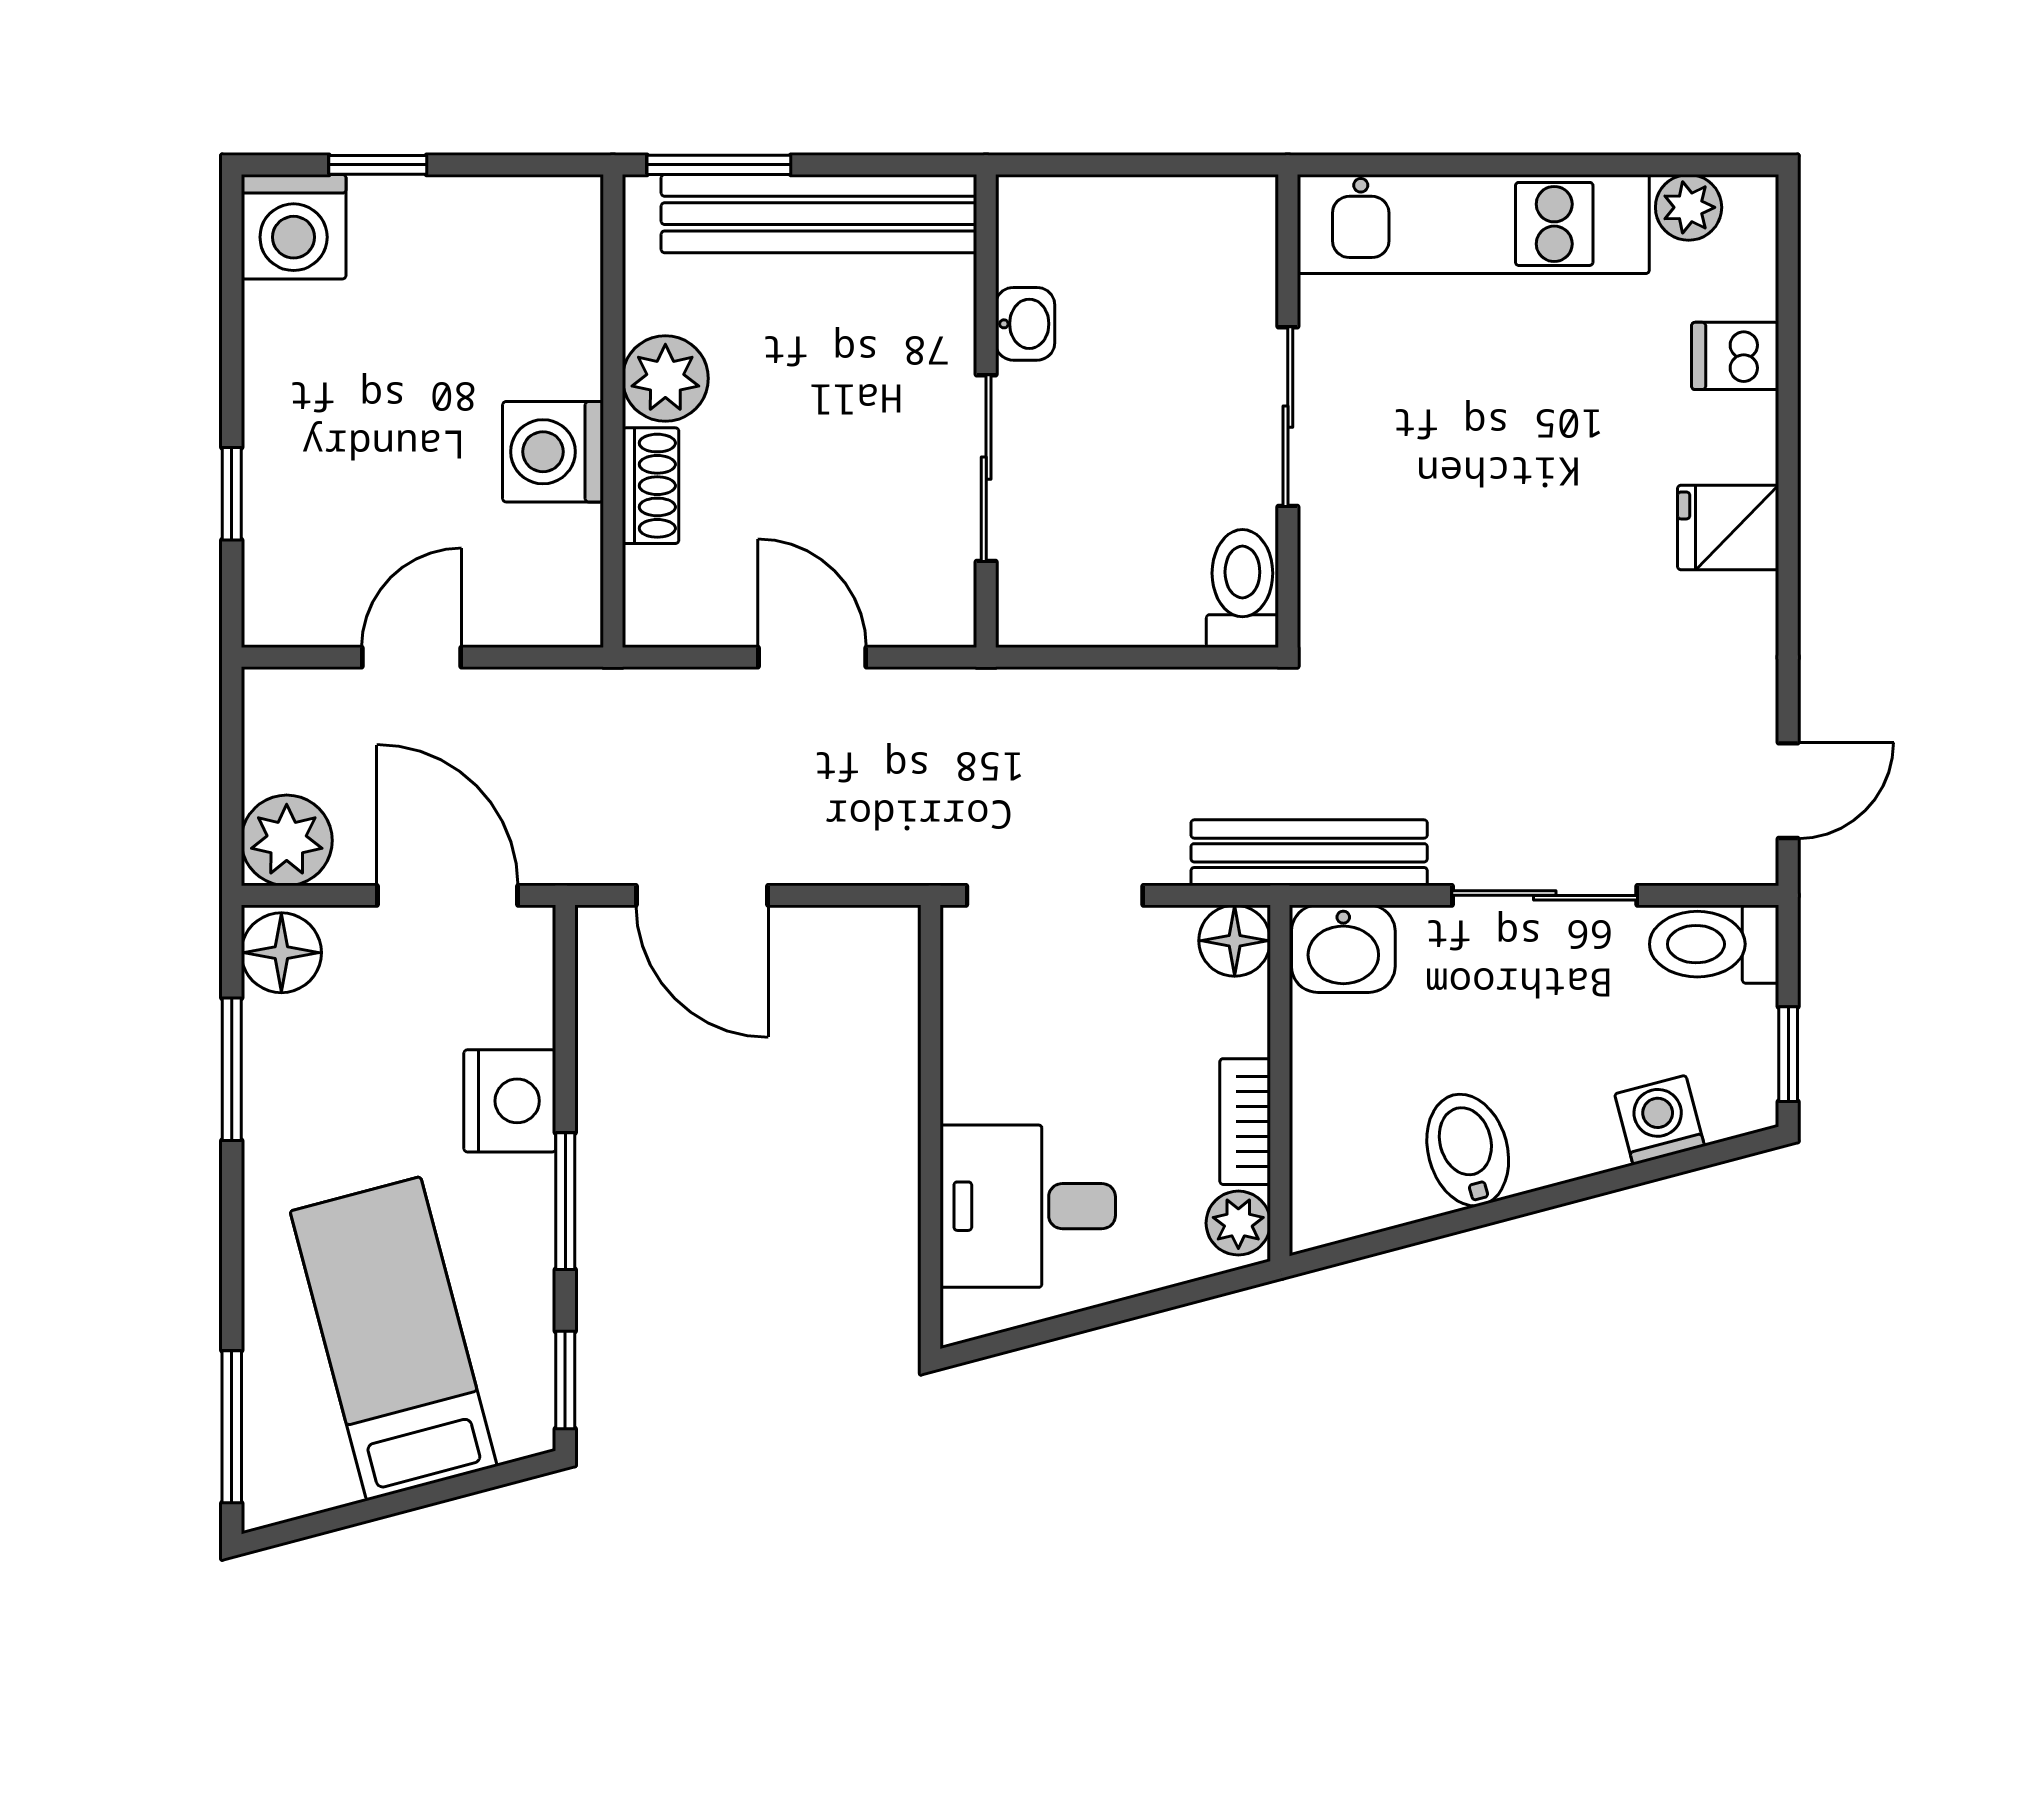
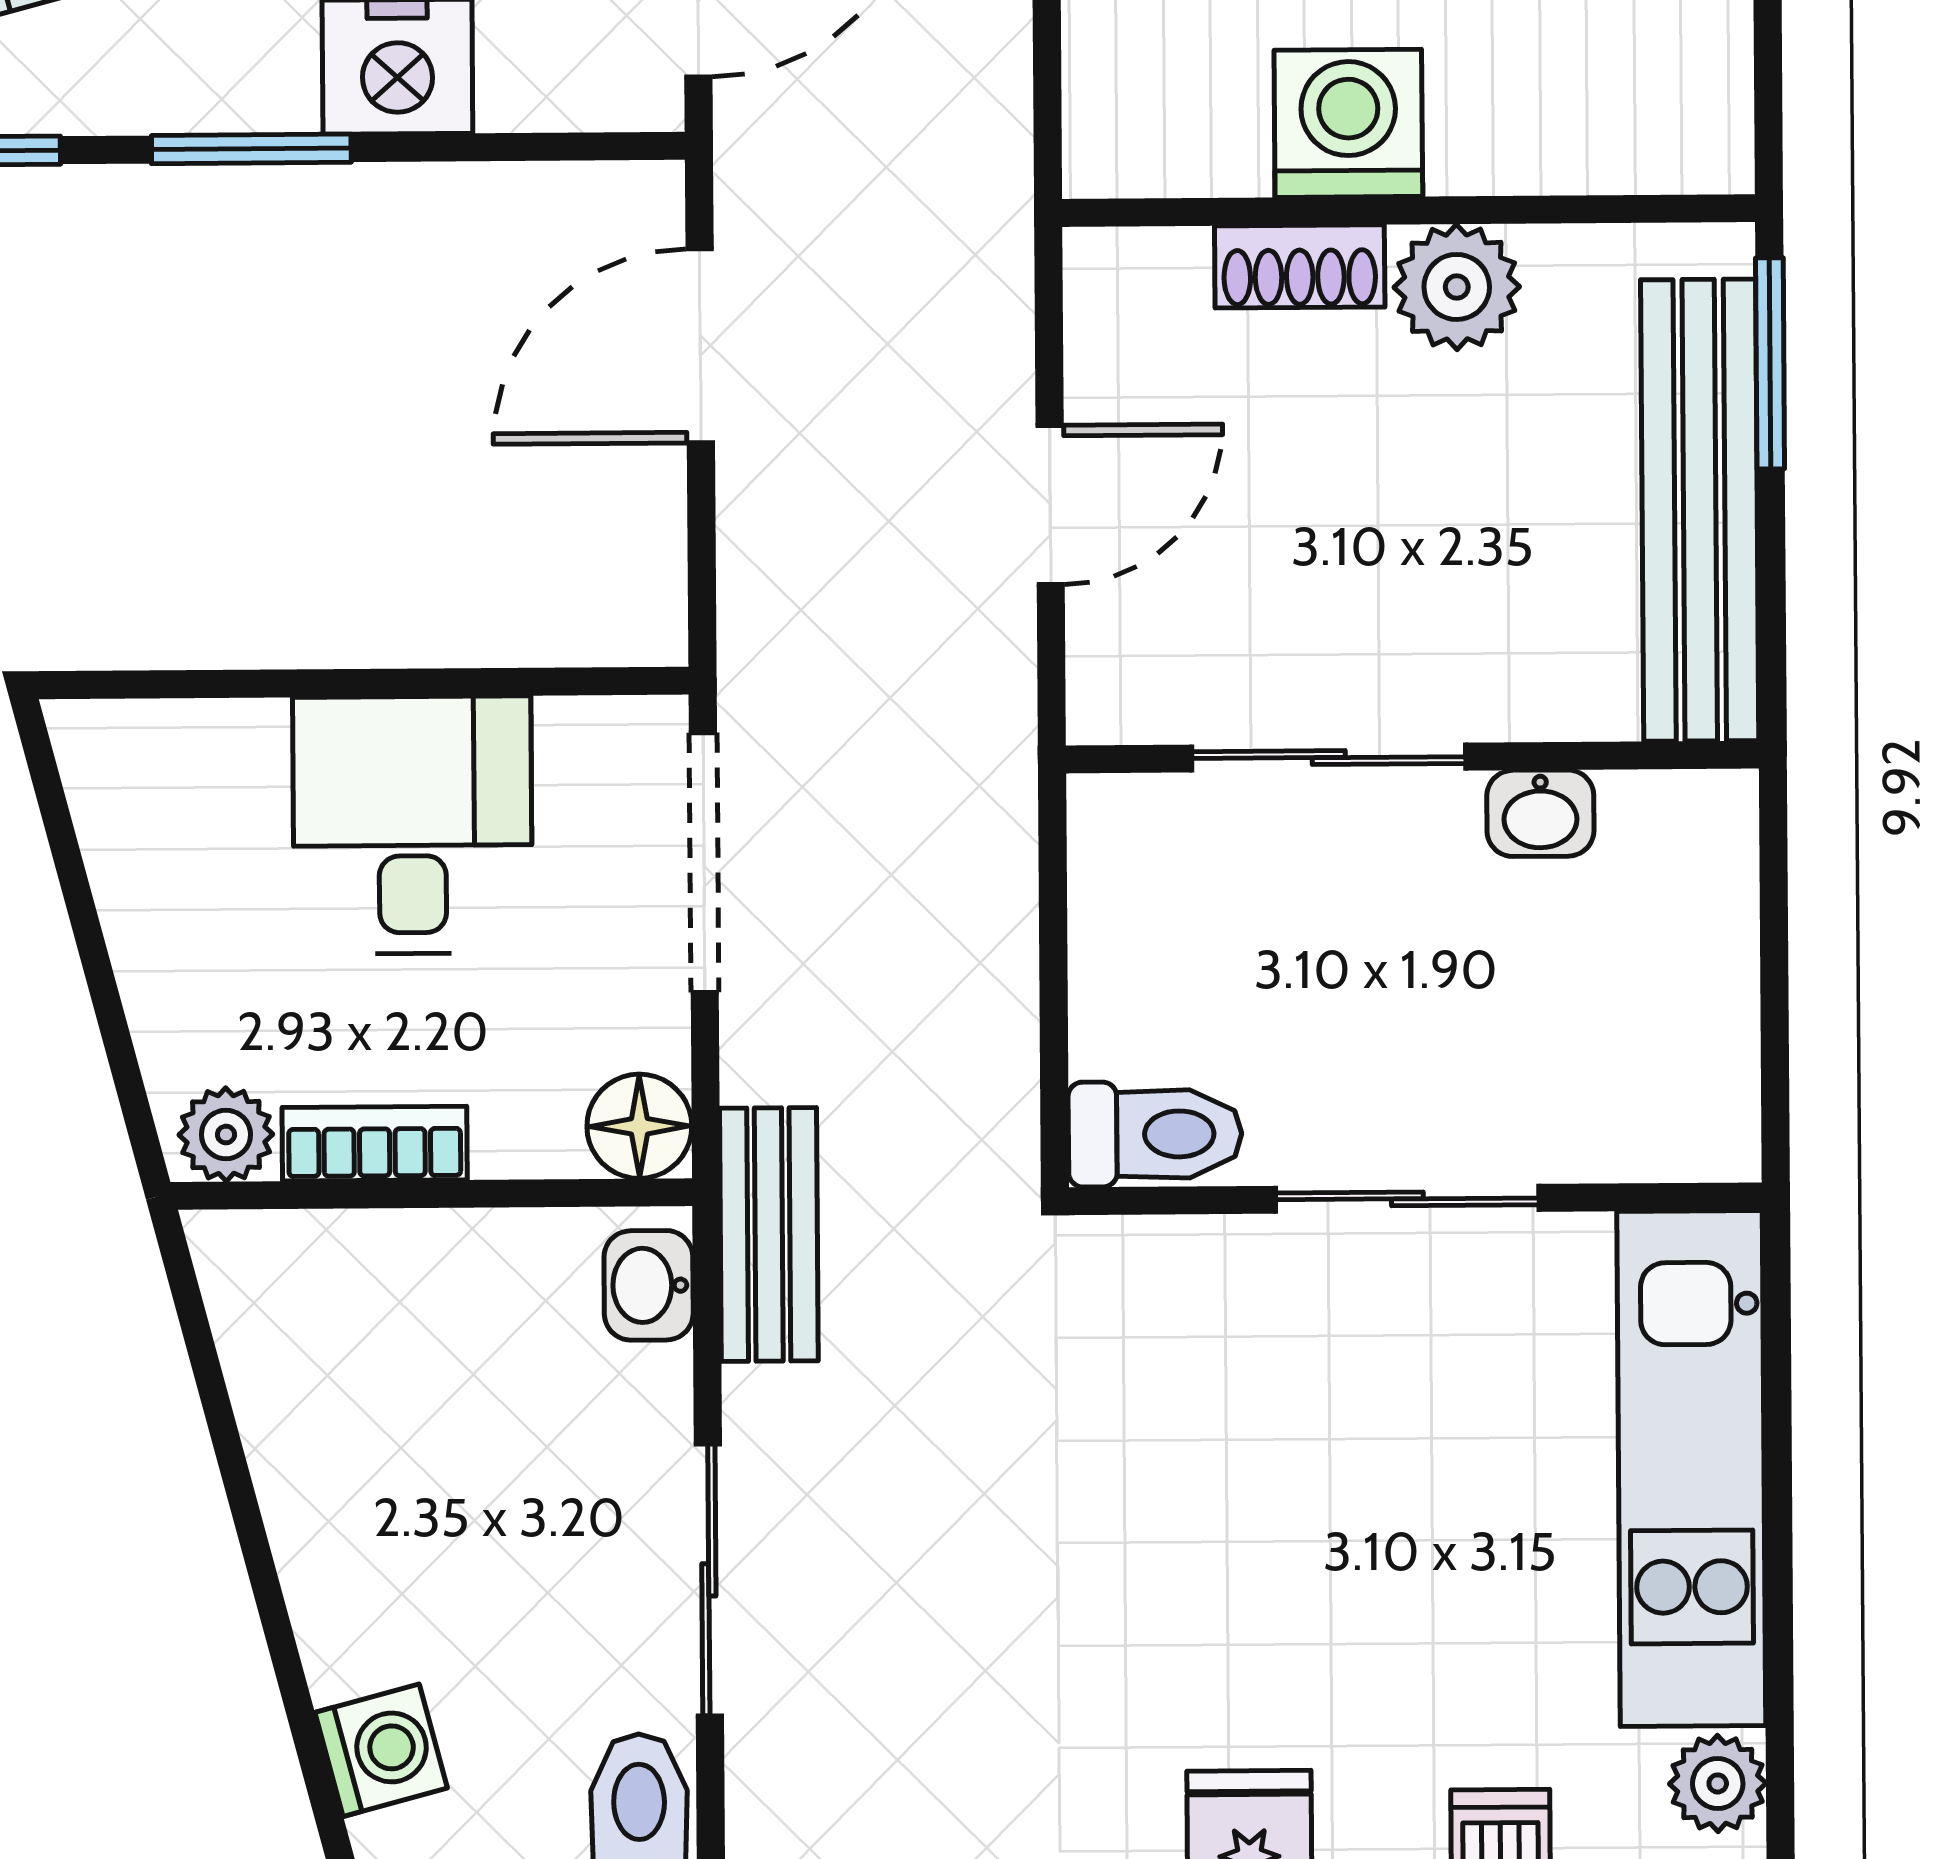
bench: (1309, 853) -> (769, 1235), width x0.73
washbasin: (1343, 949) -> (649, 1285), width x0.72, depth x0.69
bidet: (1468, 1150) -> (335, 1470), removed
desk: (1028, 1206) -> (412, 825), moved

